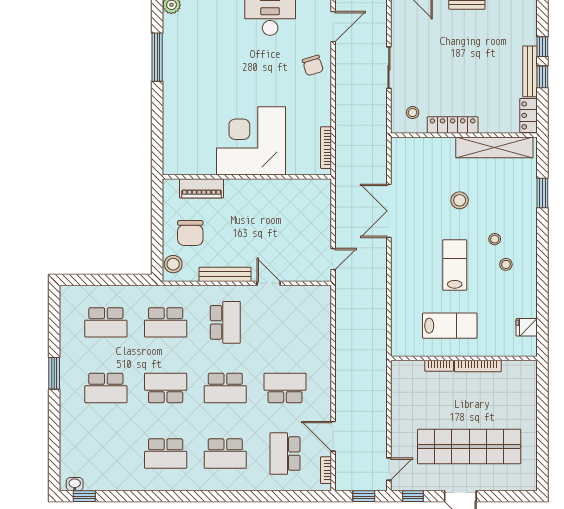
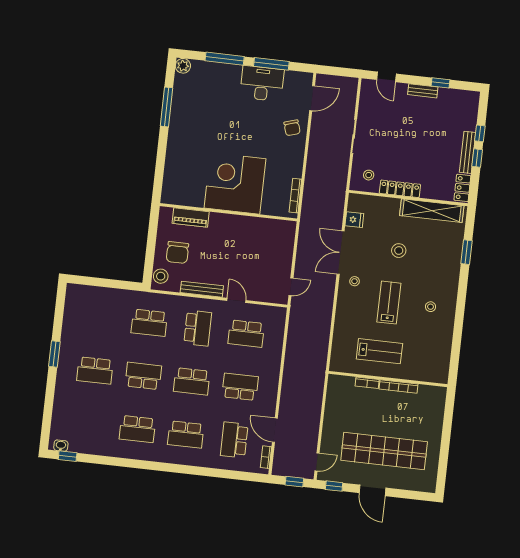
stool: (495, 239) -> (355, 281), moved
school desk: (106, 322) -> (246, 334), moved
fridge: (527, 327) -> (354, 220), moved, turned 180

